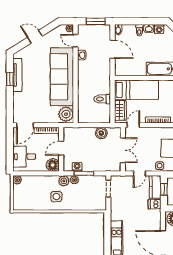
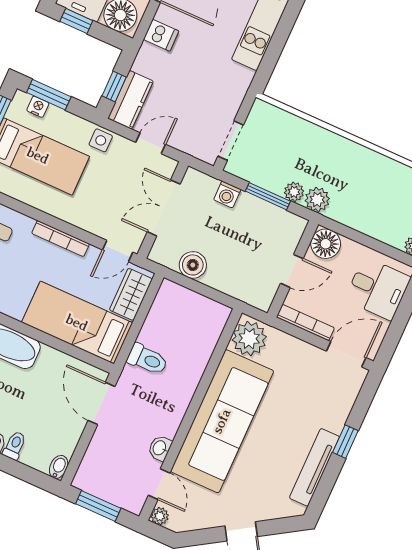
door: (113, 49) -> (102, 403), moved
window: (10, 79) -> (345, 442), moved
toilet: (102, 99) -> (147, 359), moved
washing machine: (77, 167) -> (227, 195), moved
side table: (56, 197) -> (348, 174), removed
dishwasher: (155, 204) -> (161, 35), moved

